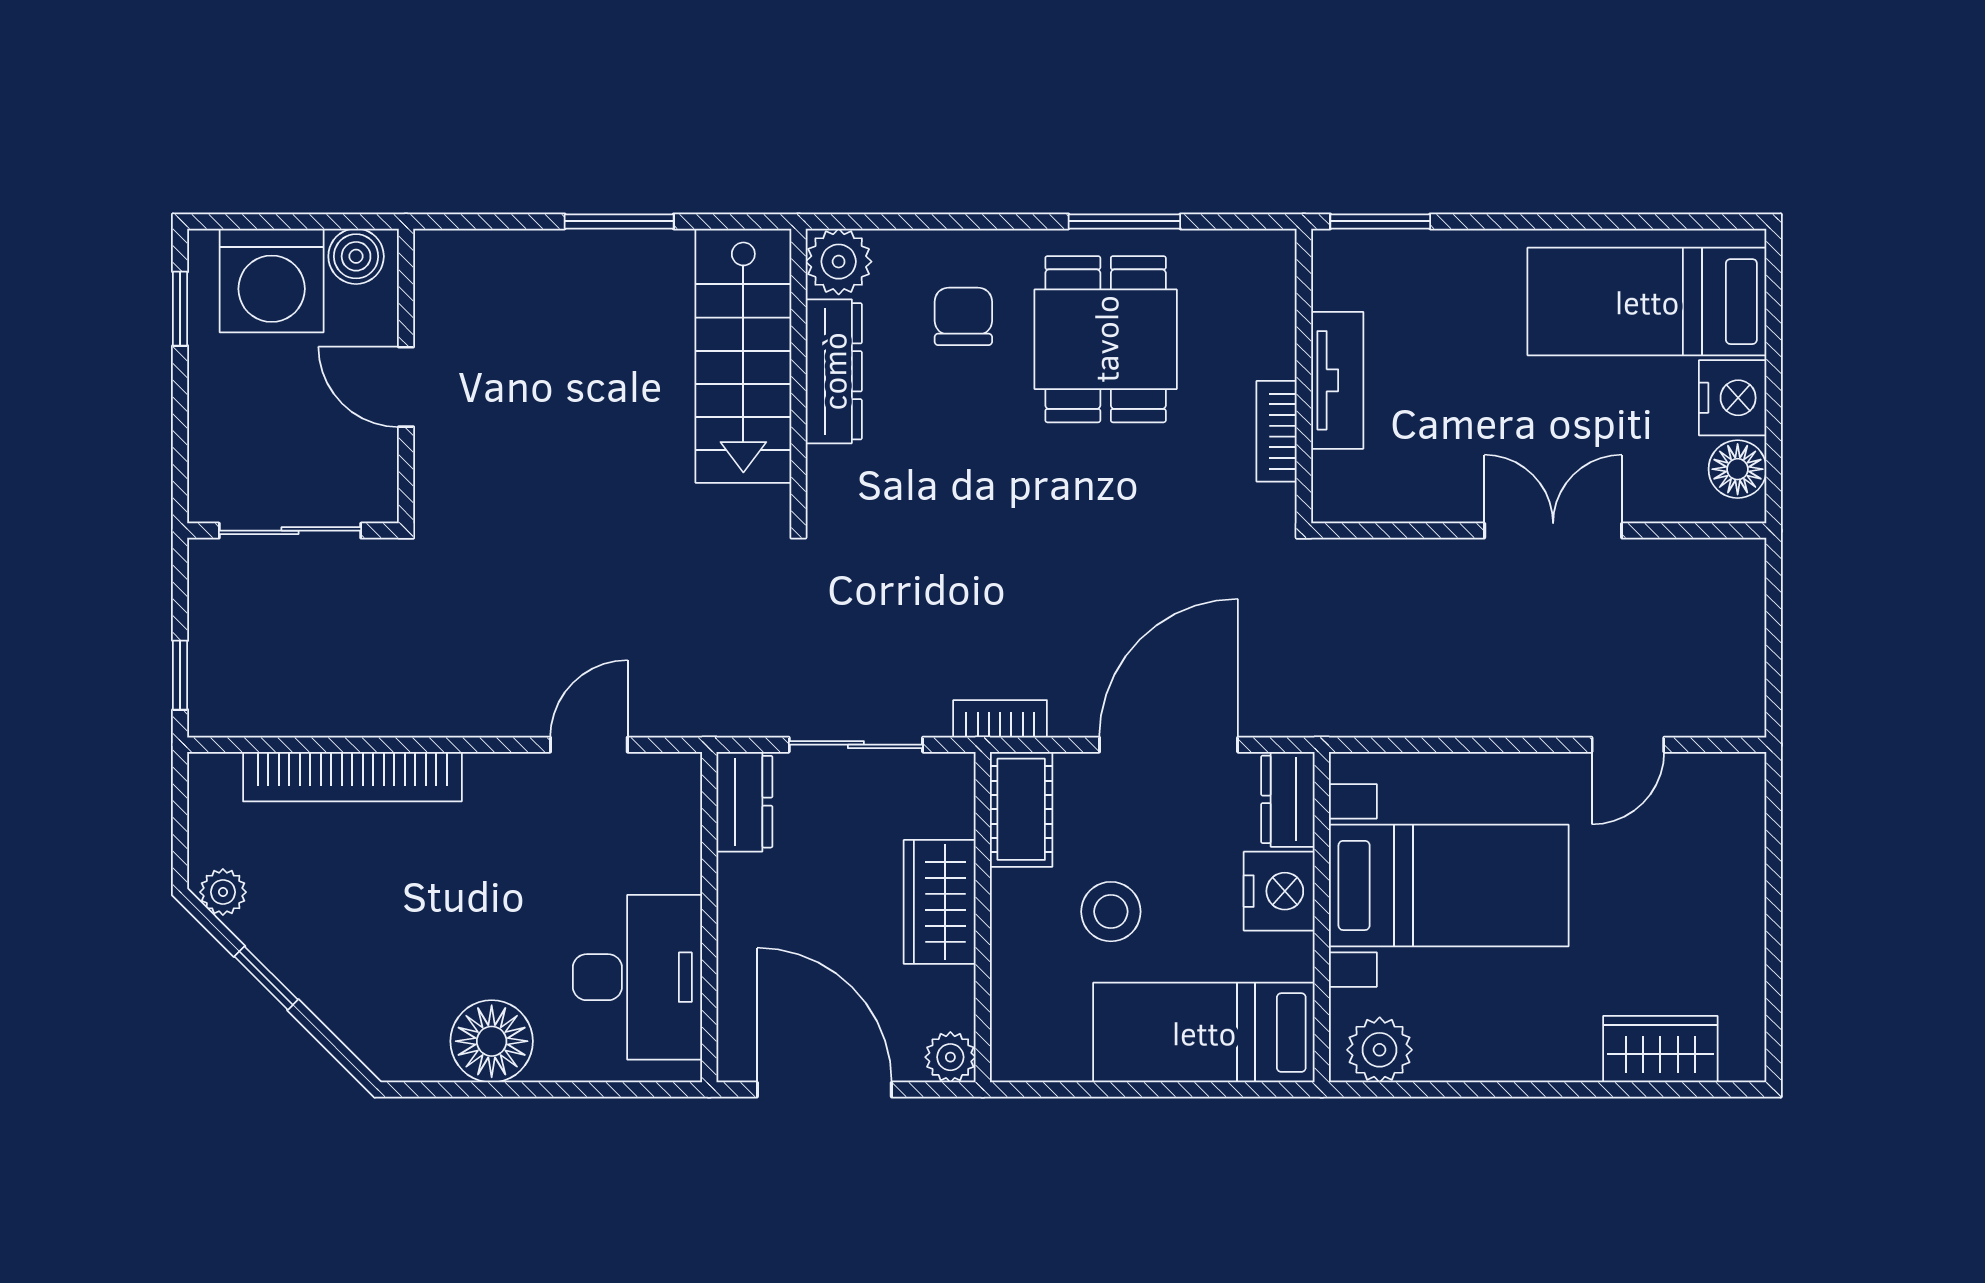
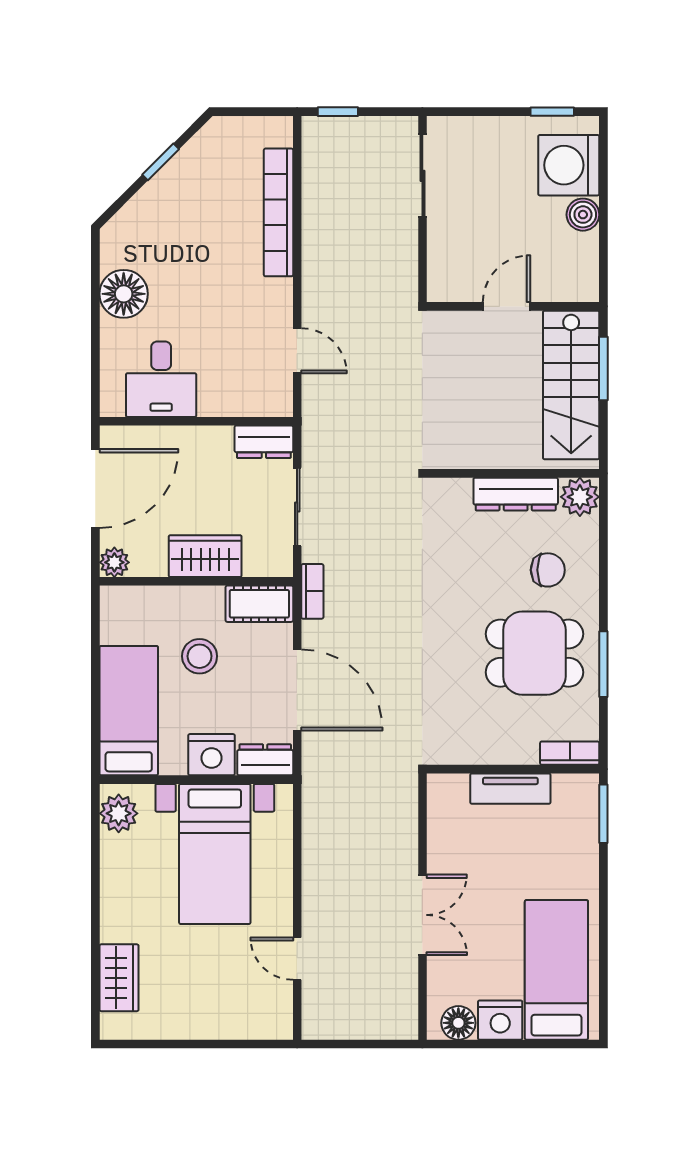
stairs: (743, 356) -> (571, 385), moved, turned -90
wall: (406, 376) -> (513, 306), moved
door: (406, 387) -> (507, 306), moved
bookcase: (1277, 431) -> (570, 753), moved
plant: (223, 892) -> (211, 137), removed
desk: (637, 977) -> (161, 379), width x0.73

